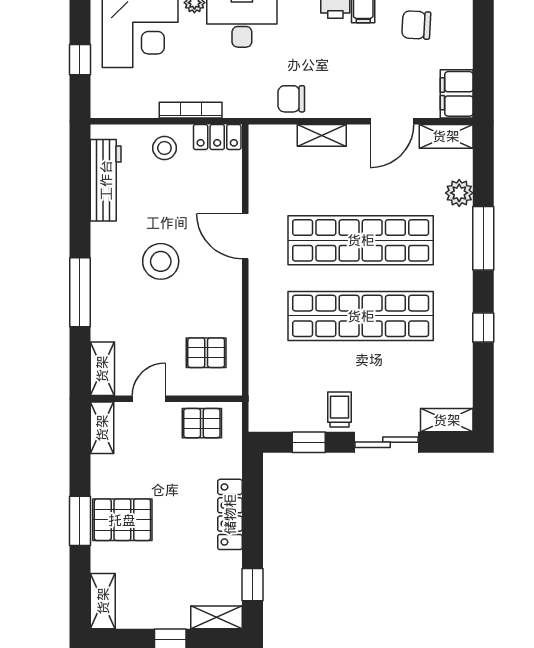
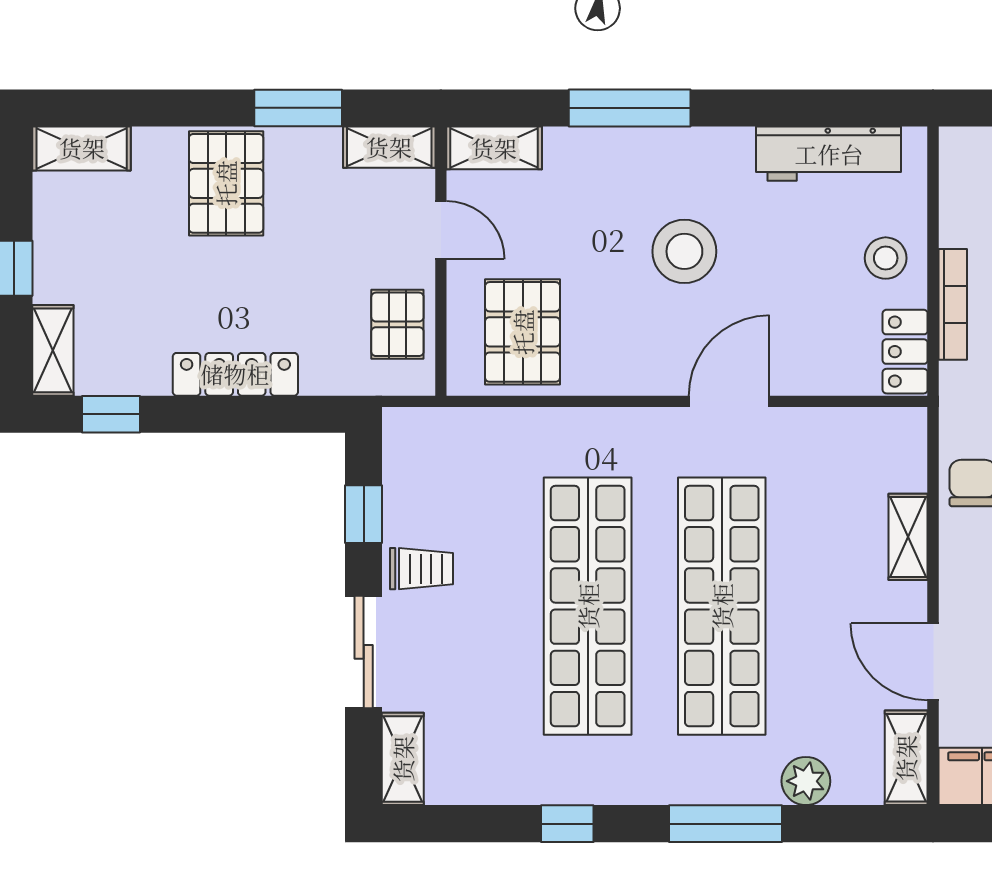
pallet: (206, 353) -> (523, 332), width x1.50, depth x1.42
window: (80, 521) -> (298, 108), moved

